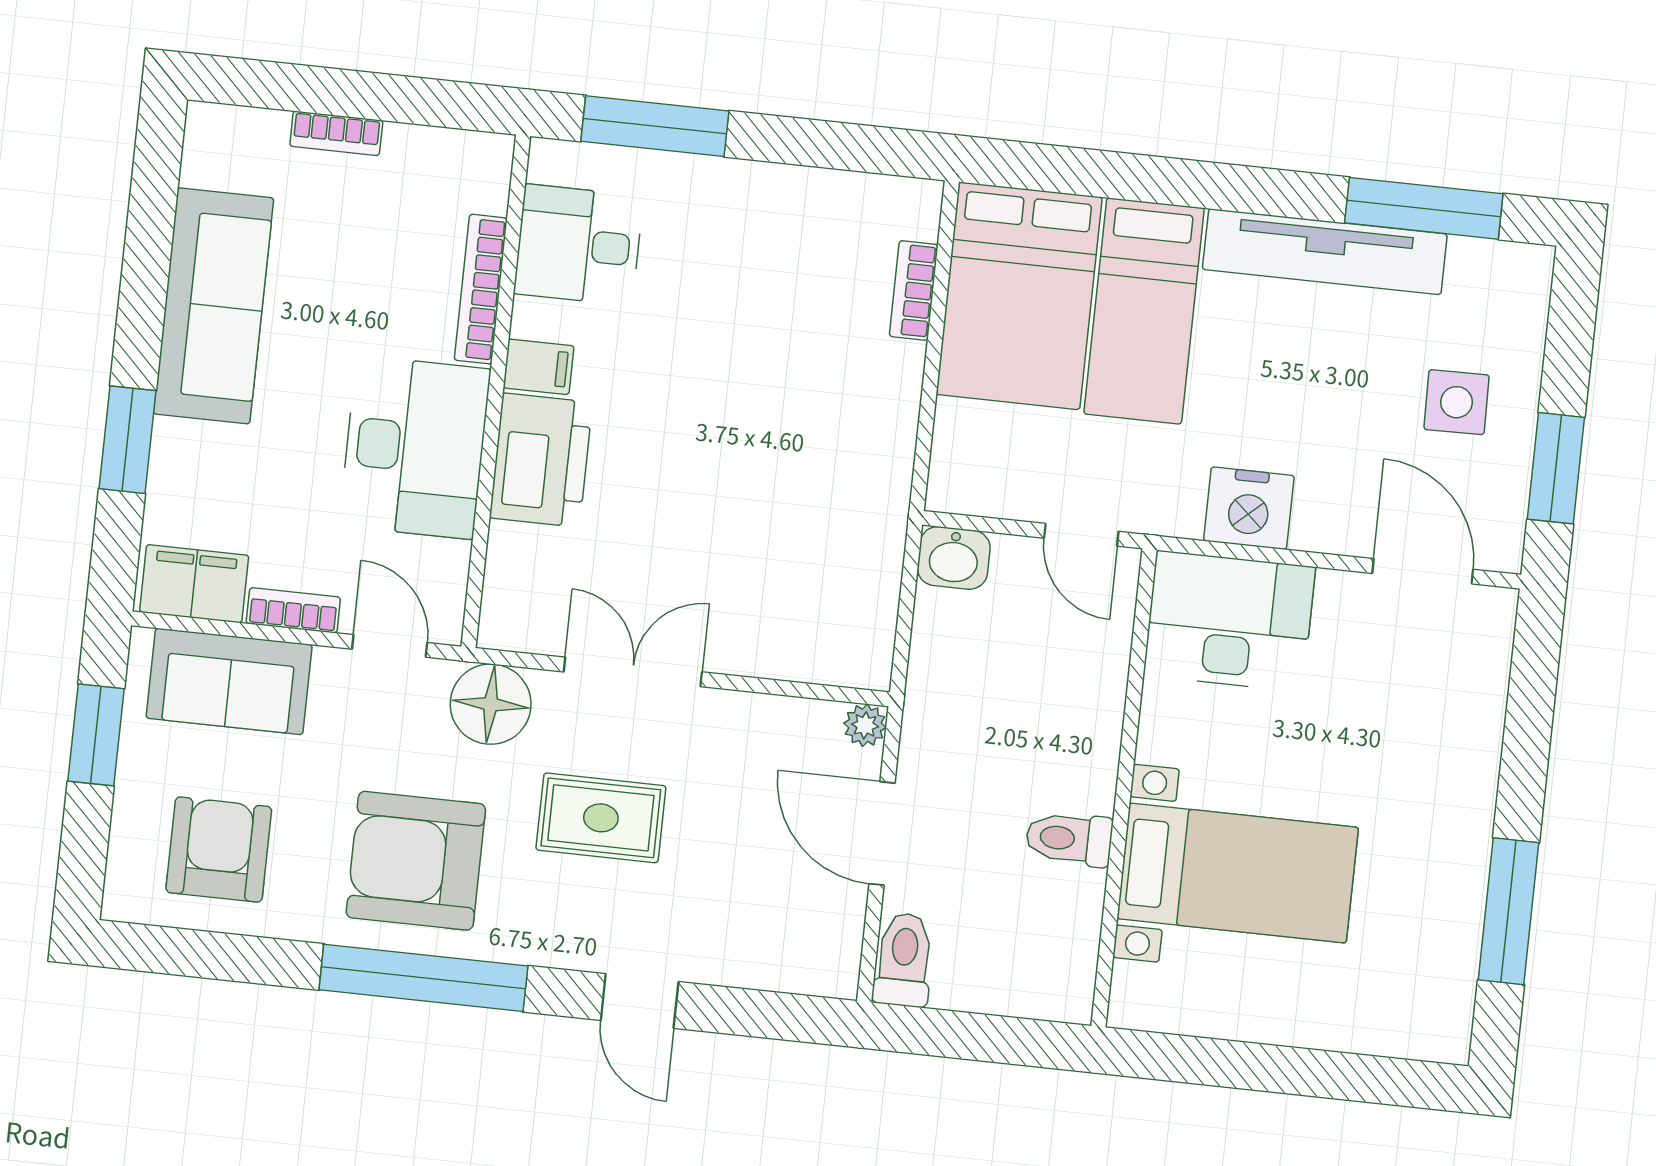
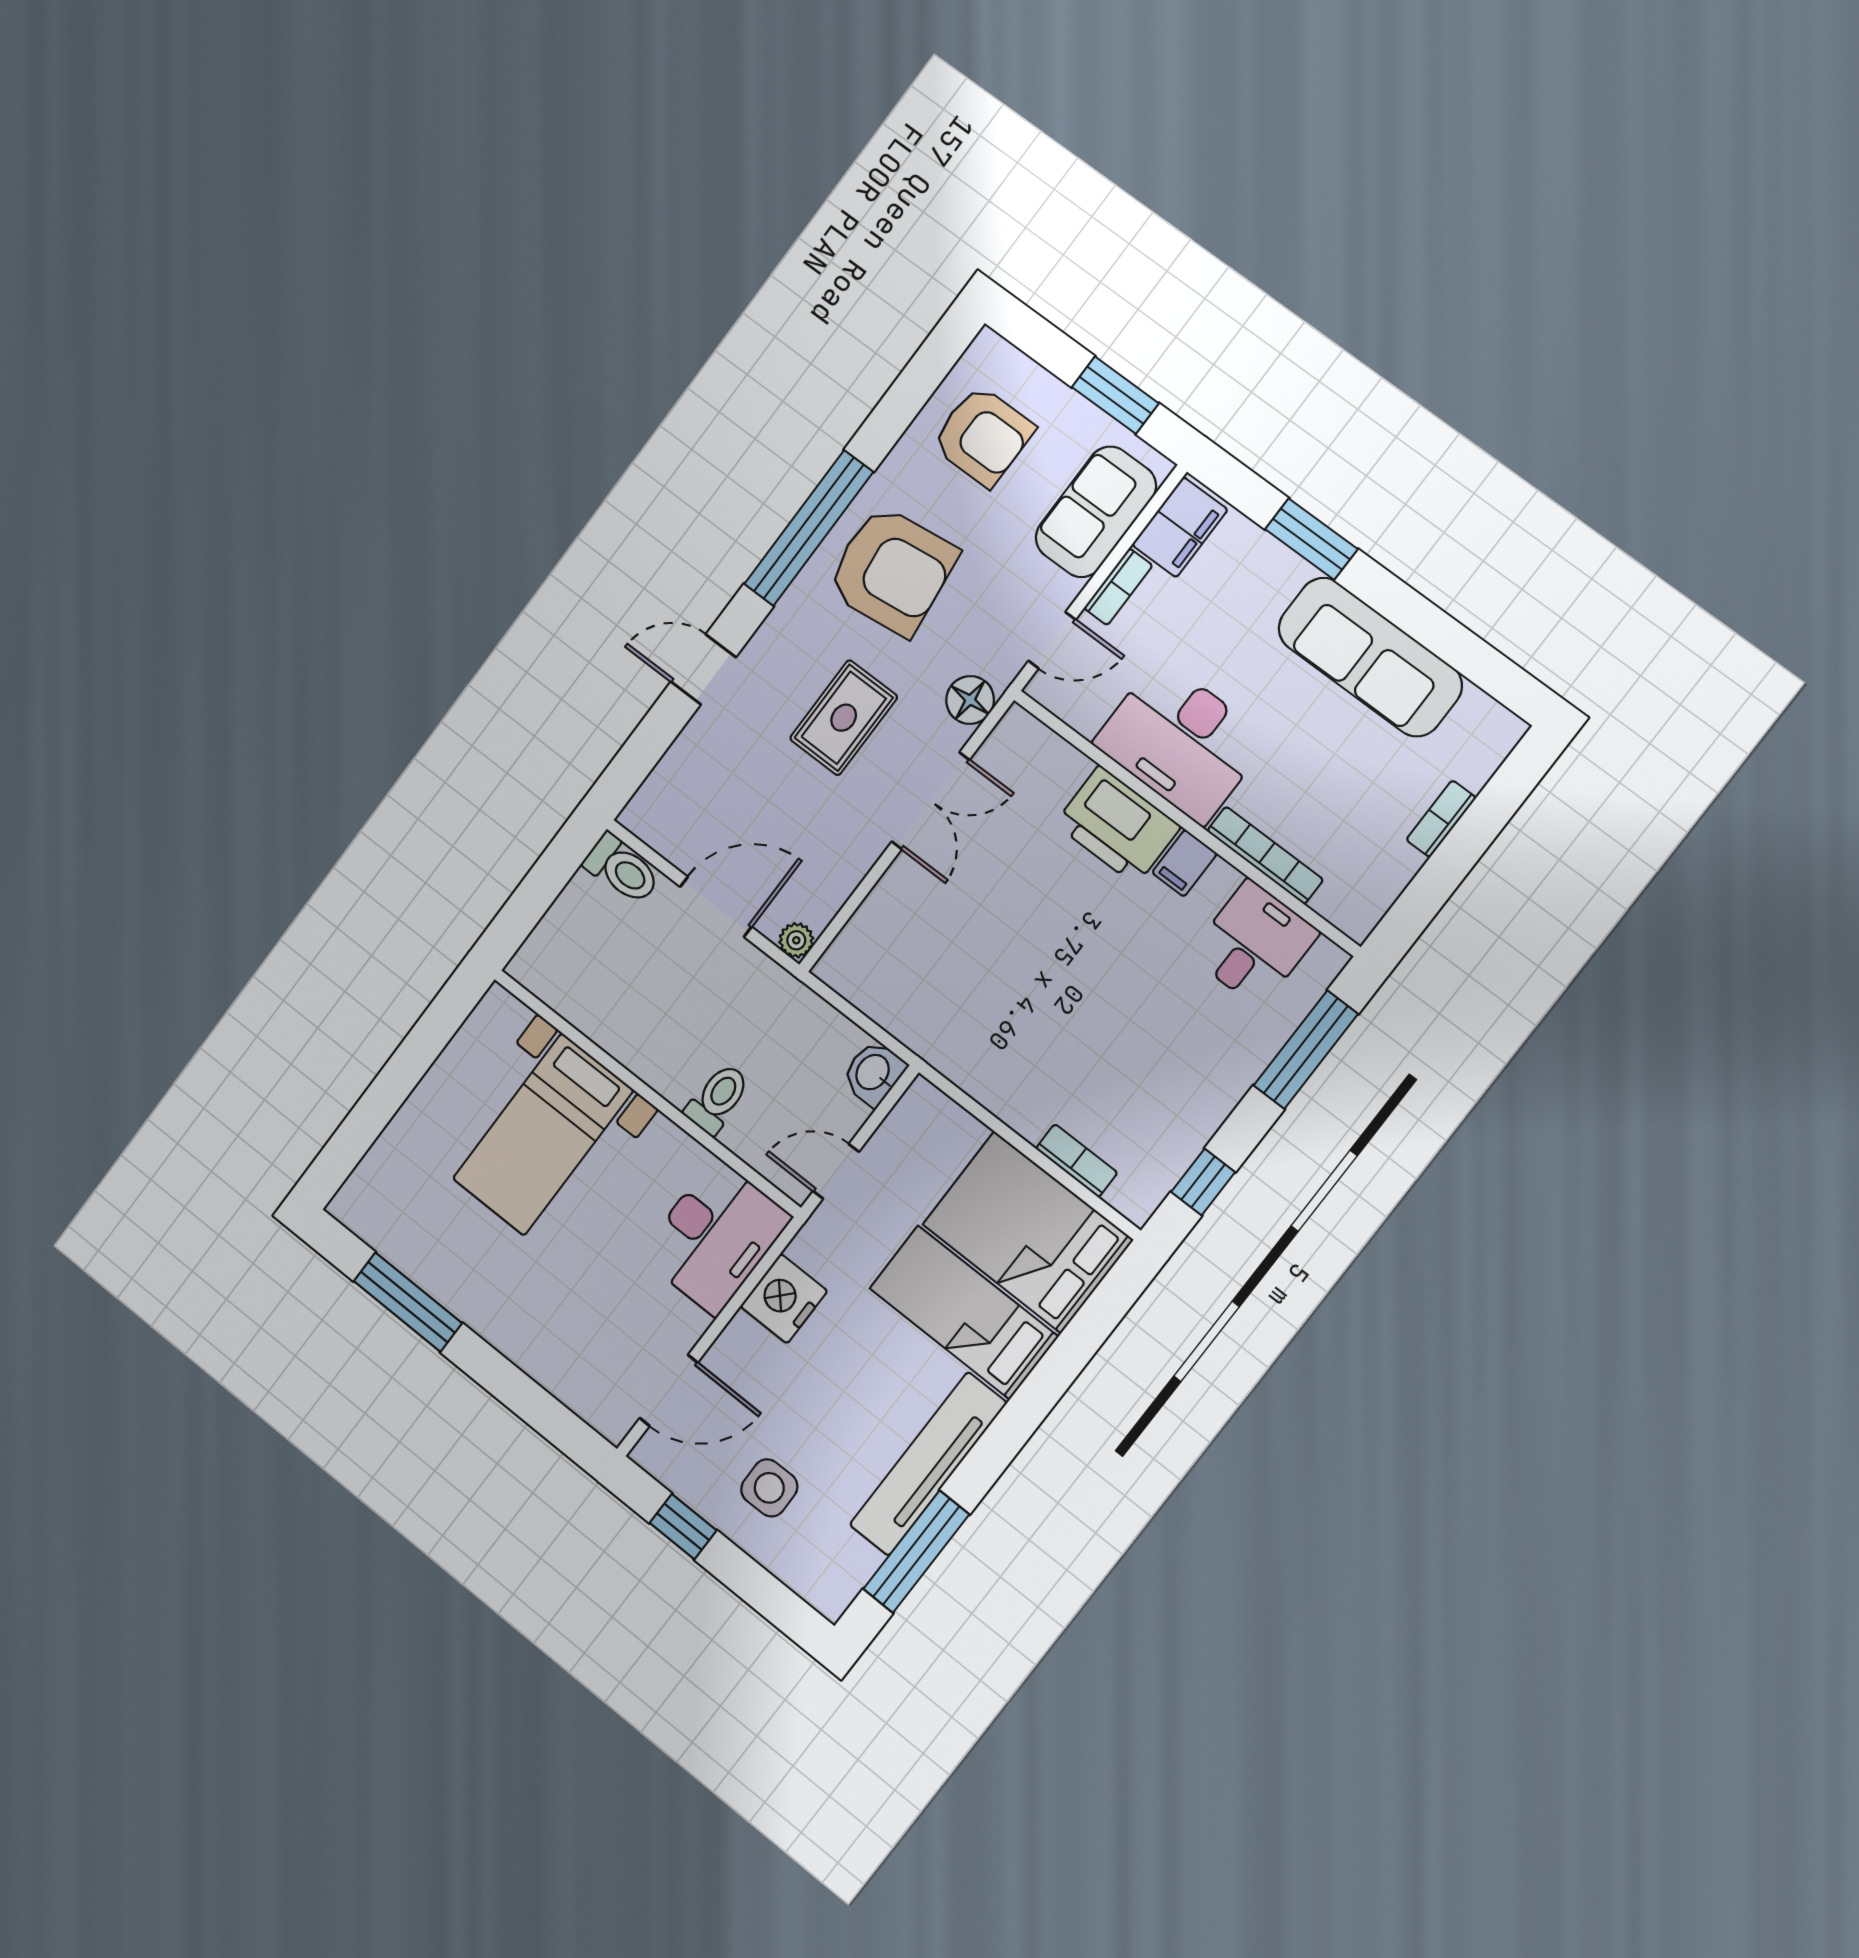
window: (855, 148) -> (1203, 1182), added
window: (1556, 468) -> (683, 1527), width x0.67
floor lamp: (491, 704) -> (970, 700), width x0.73, depth x0.73
toilet: (1069, 839) -> (718, 1099), moved
armchair: (416, 861) -> (892, 570), turned 83

